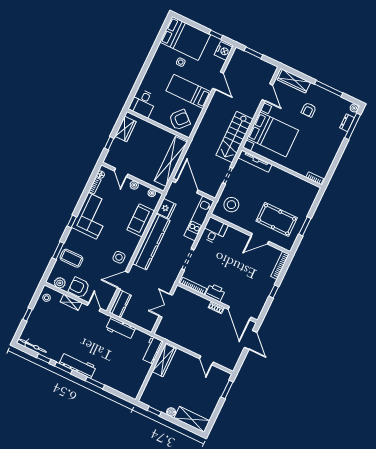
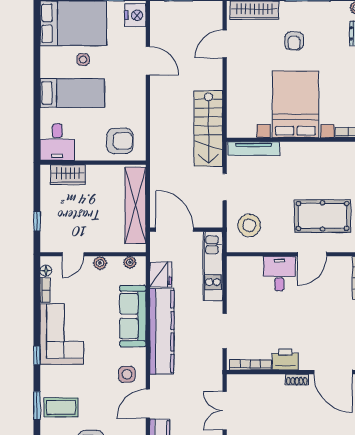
bed: (189, 91) -> (72, 93), moved, turned 180
door: (267, 92) -> (225, 44), swing flipped
armchair: (180, 120) -> (120, 141), turned 48
wardrobe: (126, 129) -> (68, 175), moved, turned 90
bed with nightstands: (273, 134) -> (295, 104), moved, turned -90
door: (121, 173) -> (73, 254), hinge flipped
sofa: (141, 220) -> (133, 316), width x1.36
desk: (214, 231) -> (279, 274), moved

